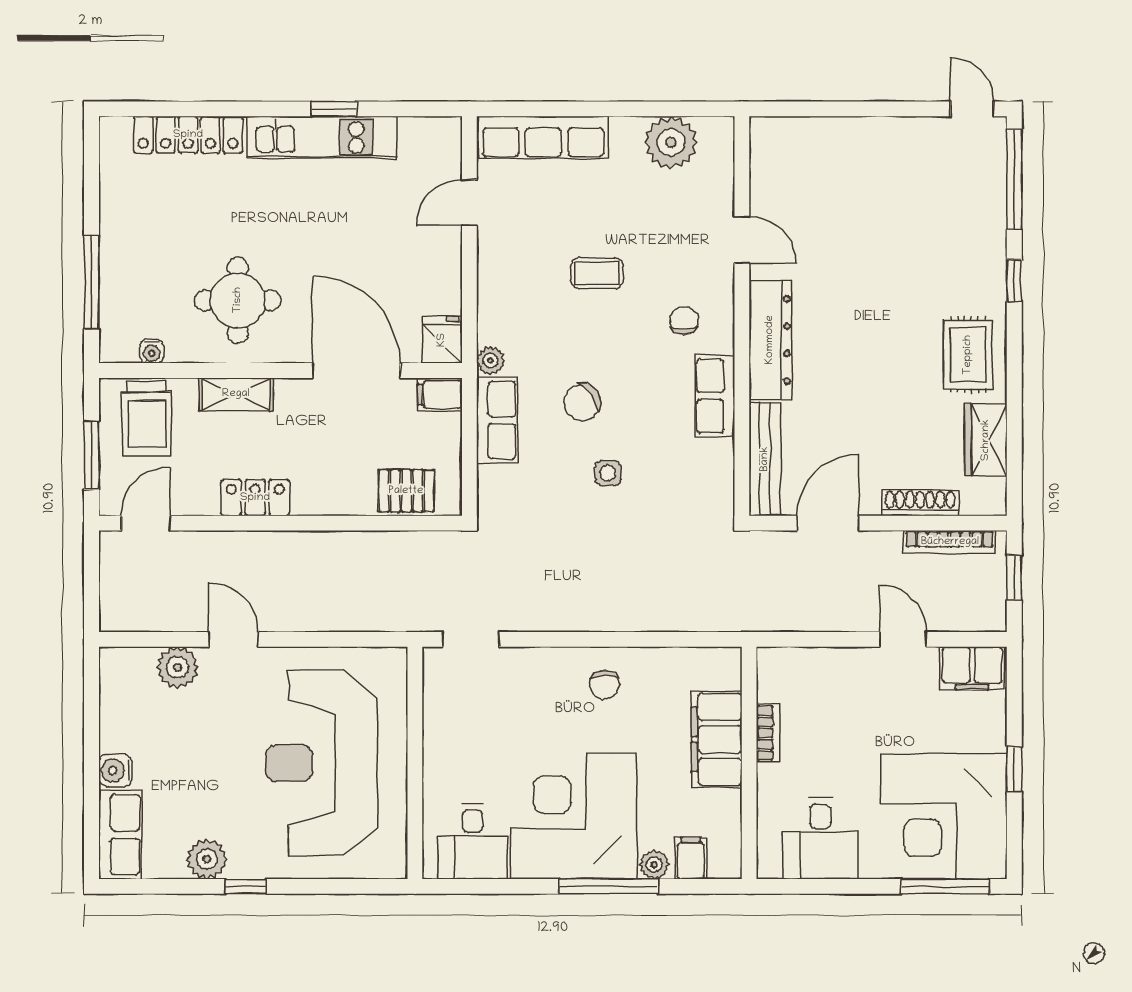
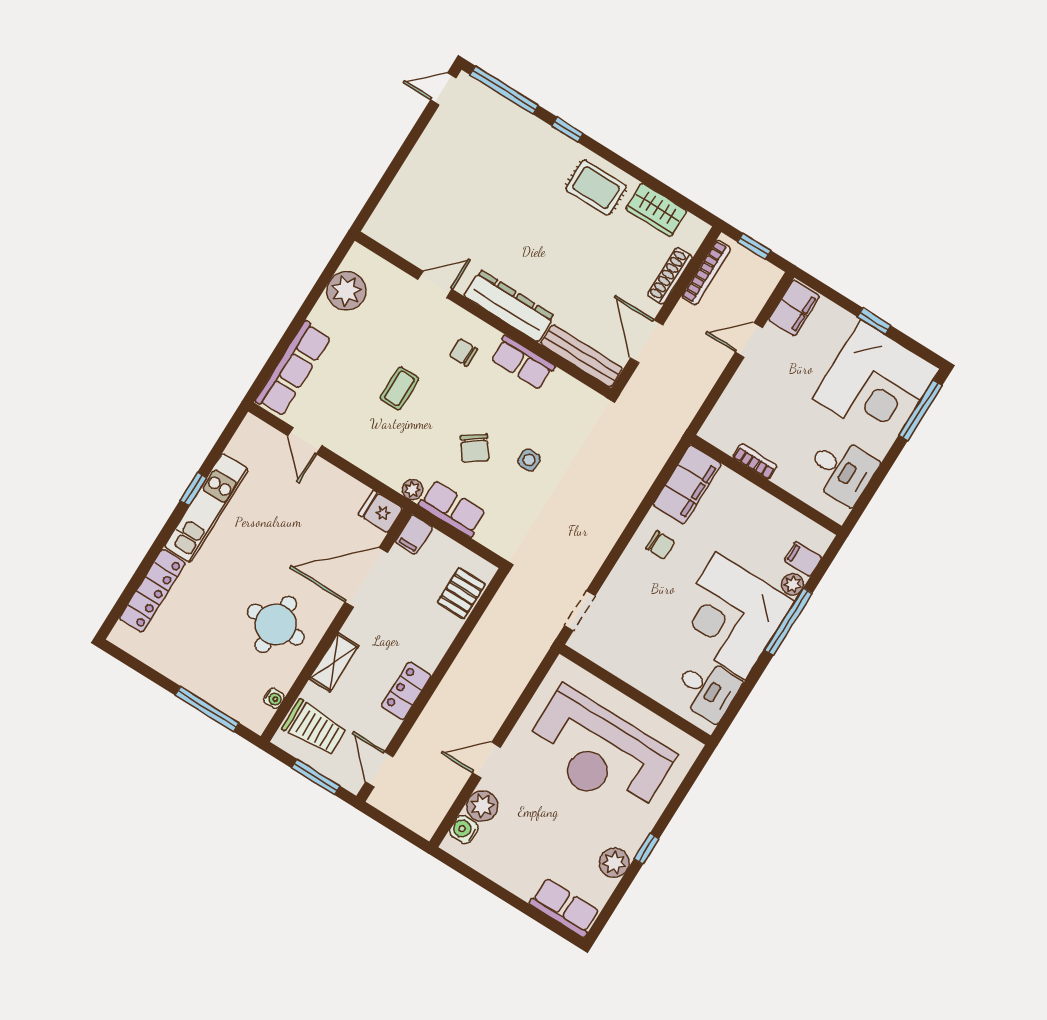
filing cabinet: (717, 739) -> (687, 484), moved, turned -90
water cooler: (115, 770) -> (464, 830), moved, turned 90

